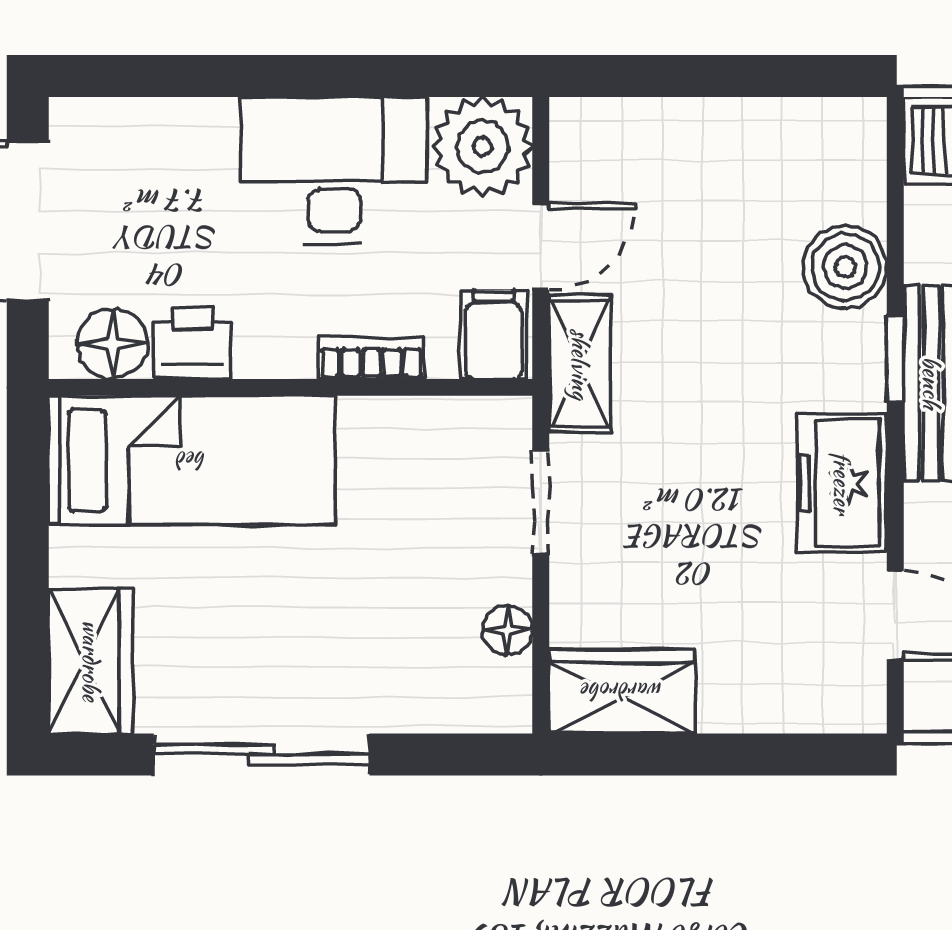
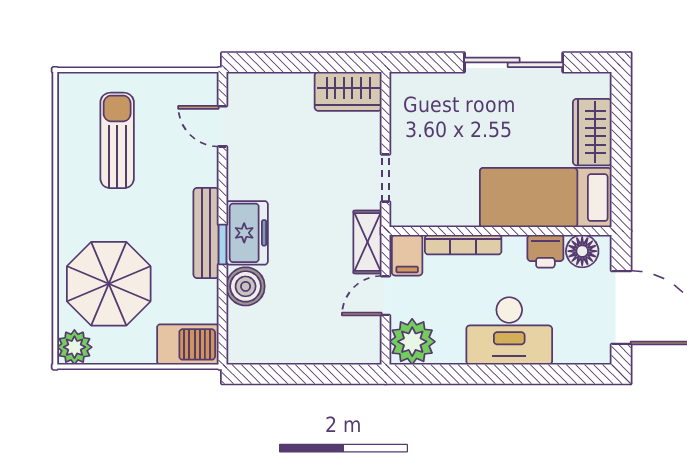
desk: (334, 170) -> (509, 331), moved
bookcase: (372, 358) -> (463, 245), width x1.56
freezer: (842, 483) -> (247, 233), moved
floor lamp: (507, 630) -> (401, 119), removed
wardrobe: (91, 661) -> (592, 132), moved

